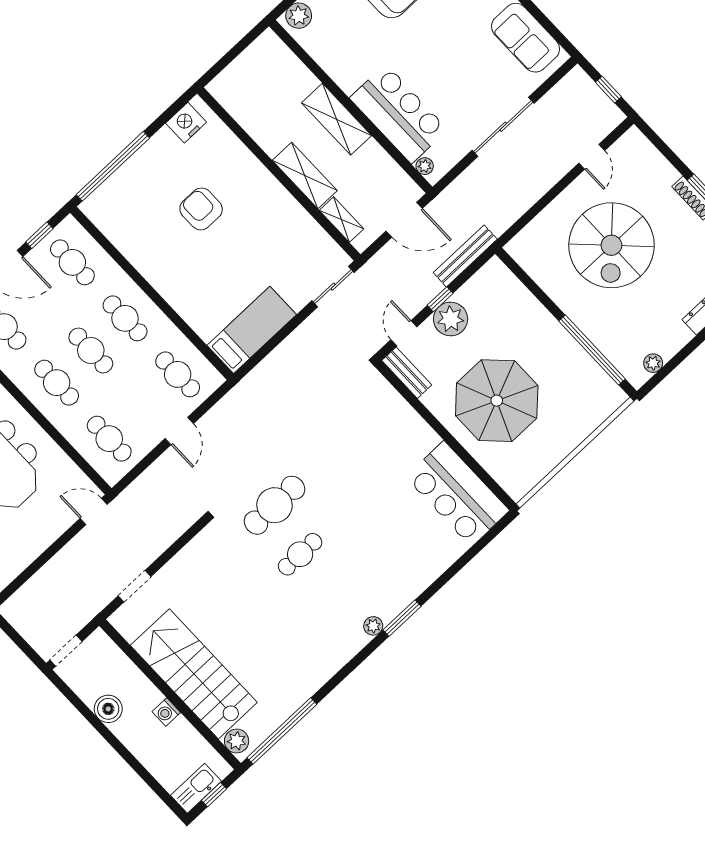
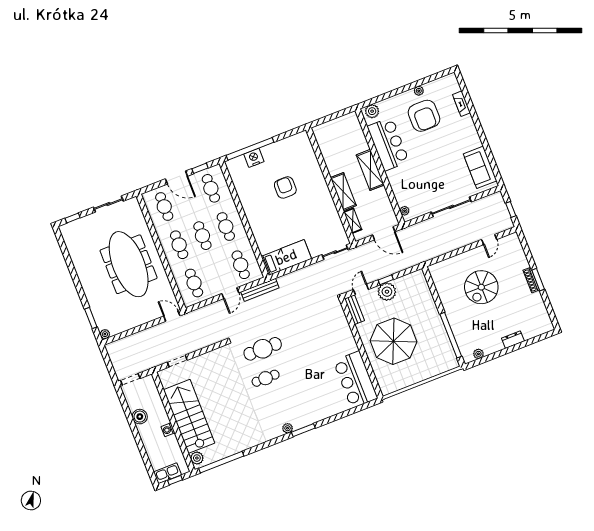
bar counter: (399, 114) -> (388, 144), moved
nightstand: (186, 123) -> (254, 158), moved
spiral stairs: (611, 245) -> (481, 287), width x0.73, depth x0.73
bench: (465, 256) -> (260, 290), moved

